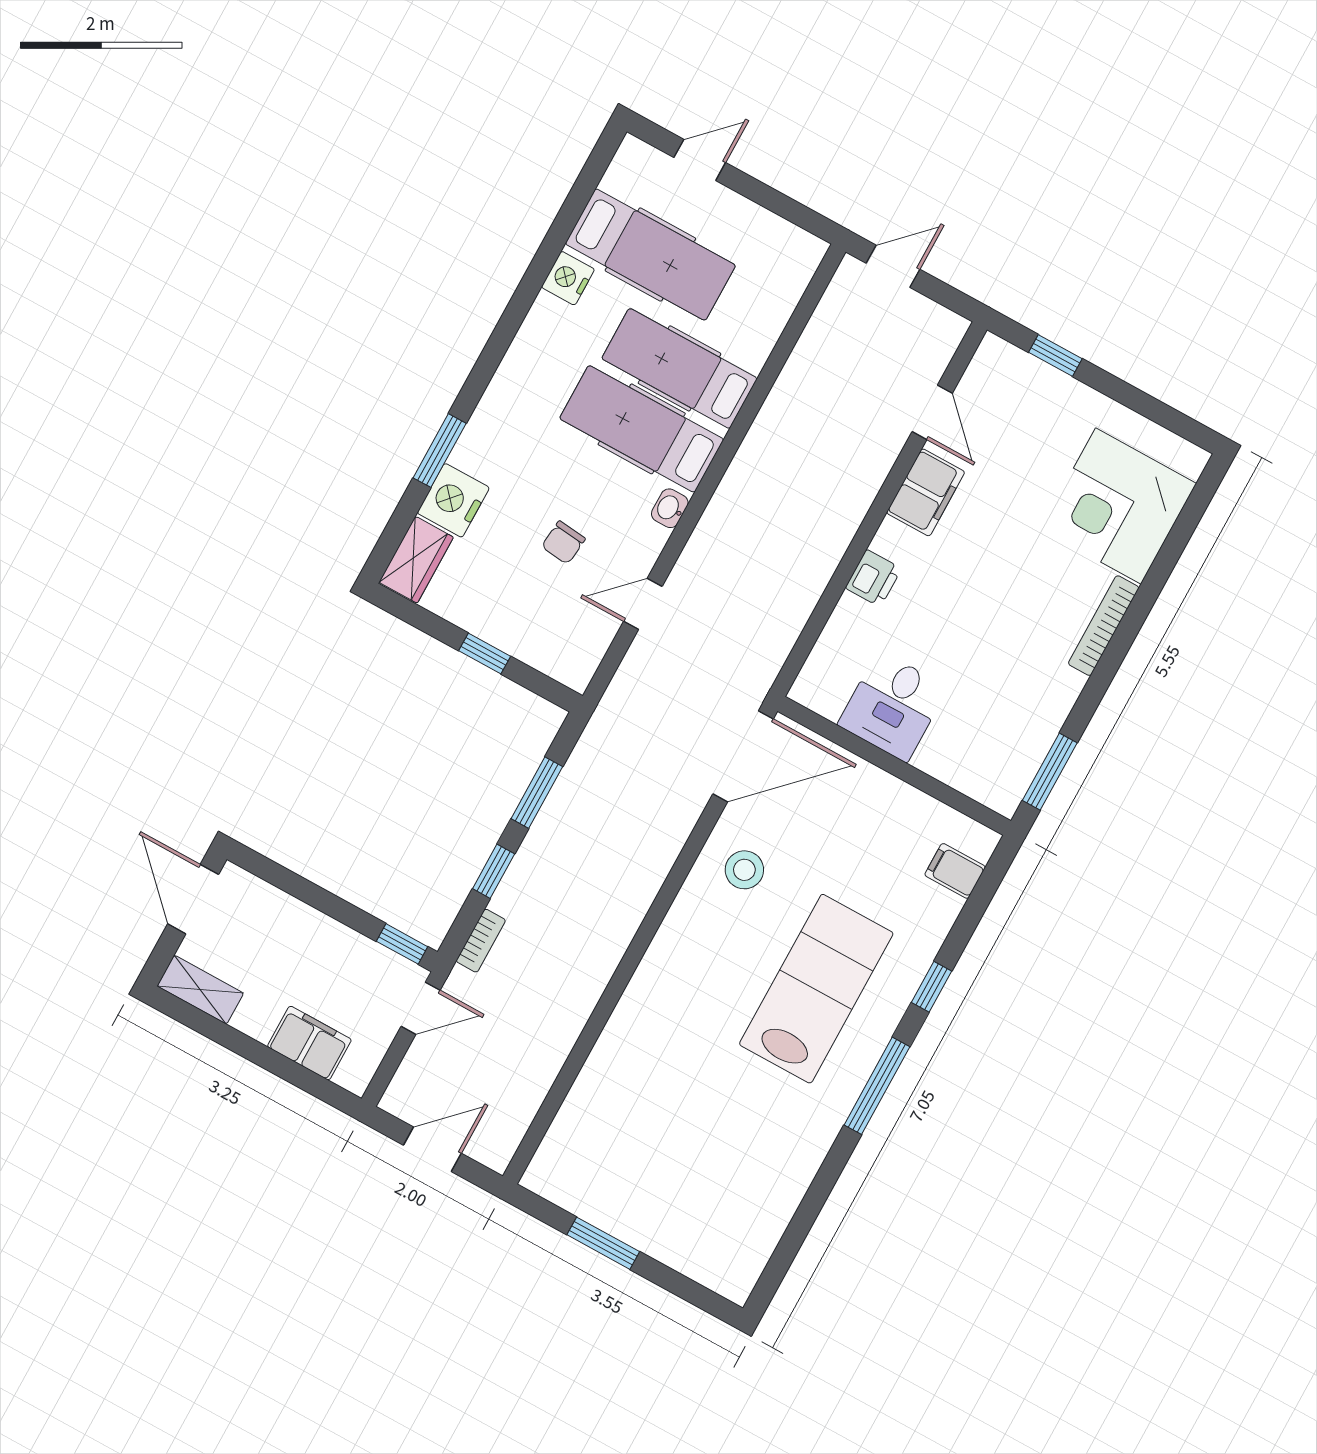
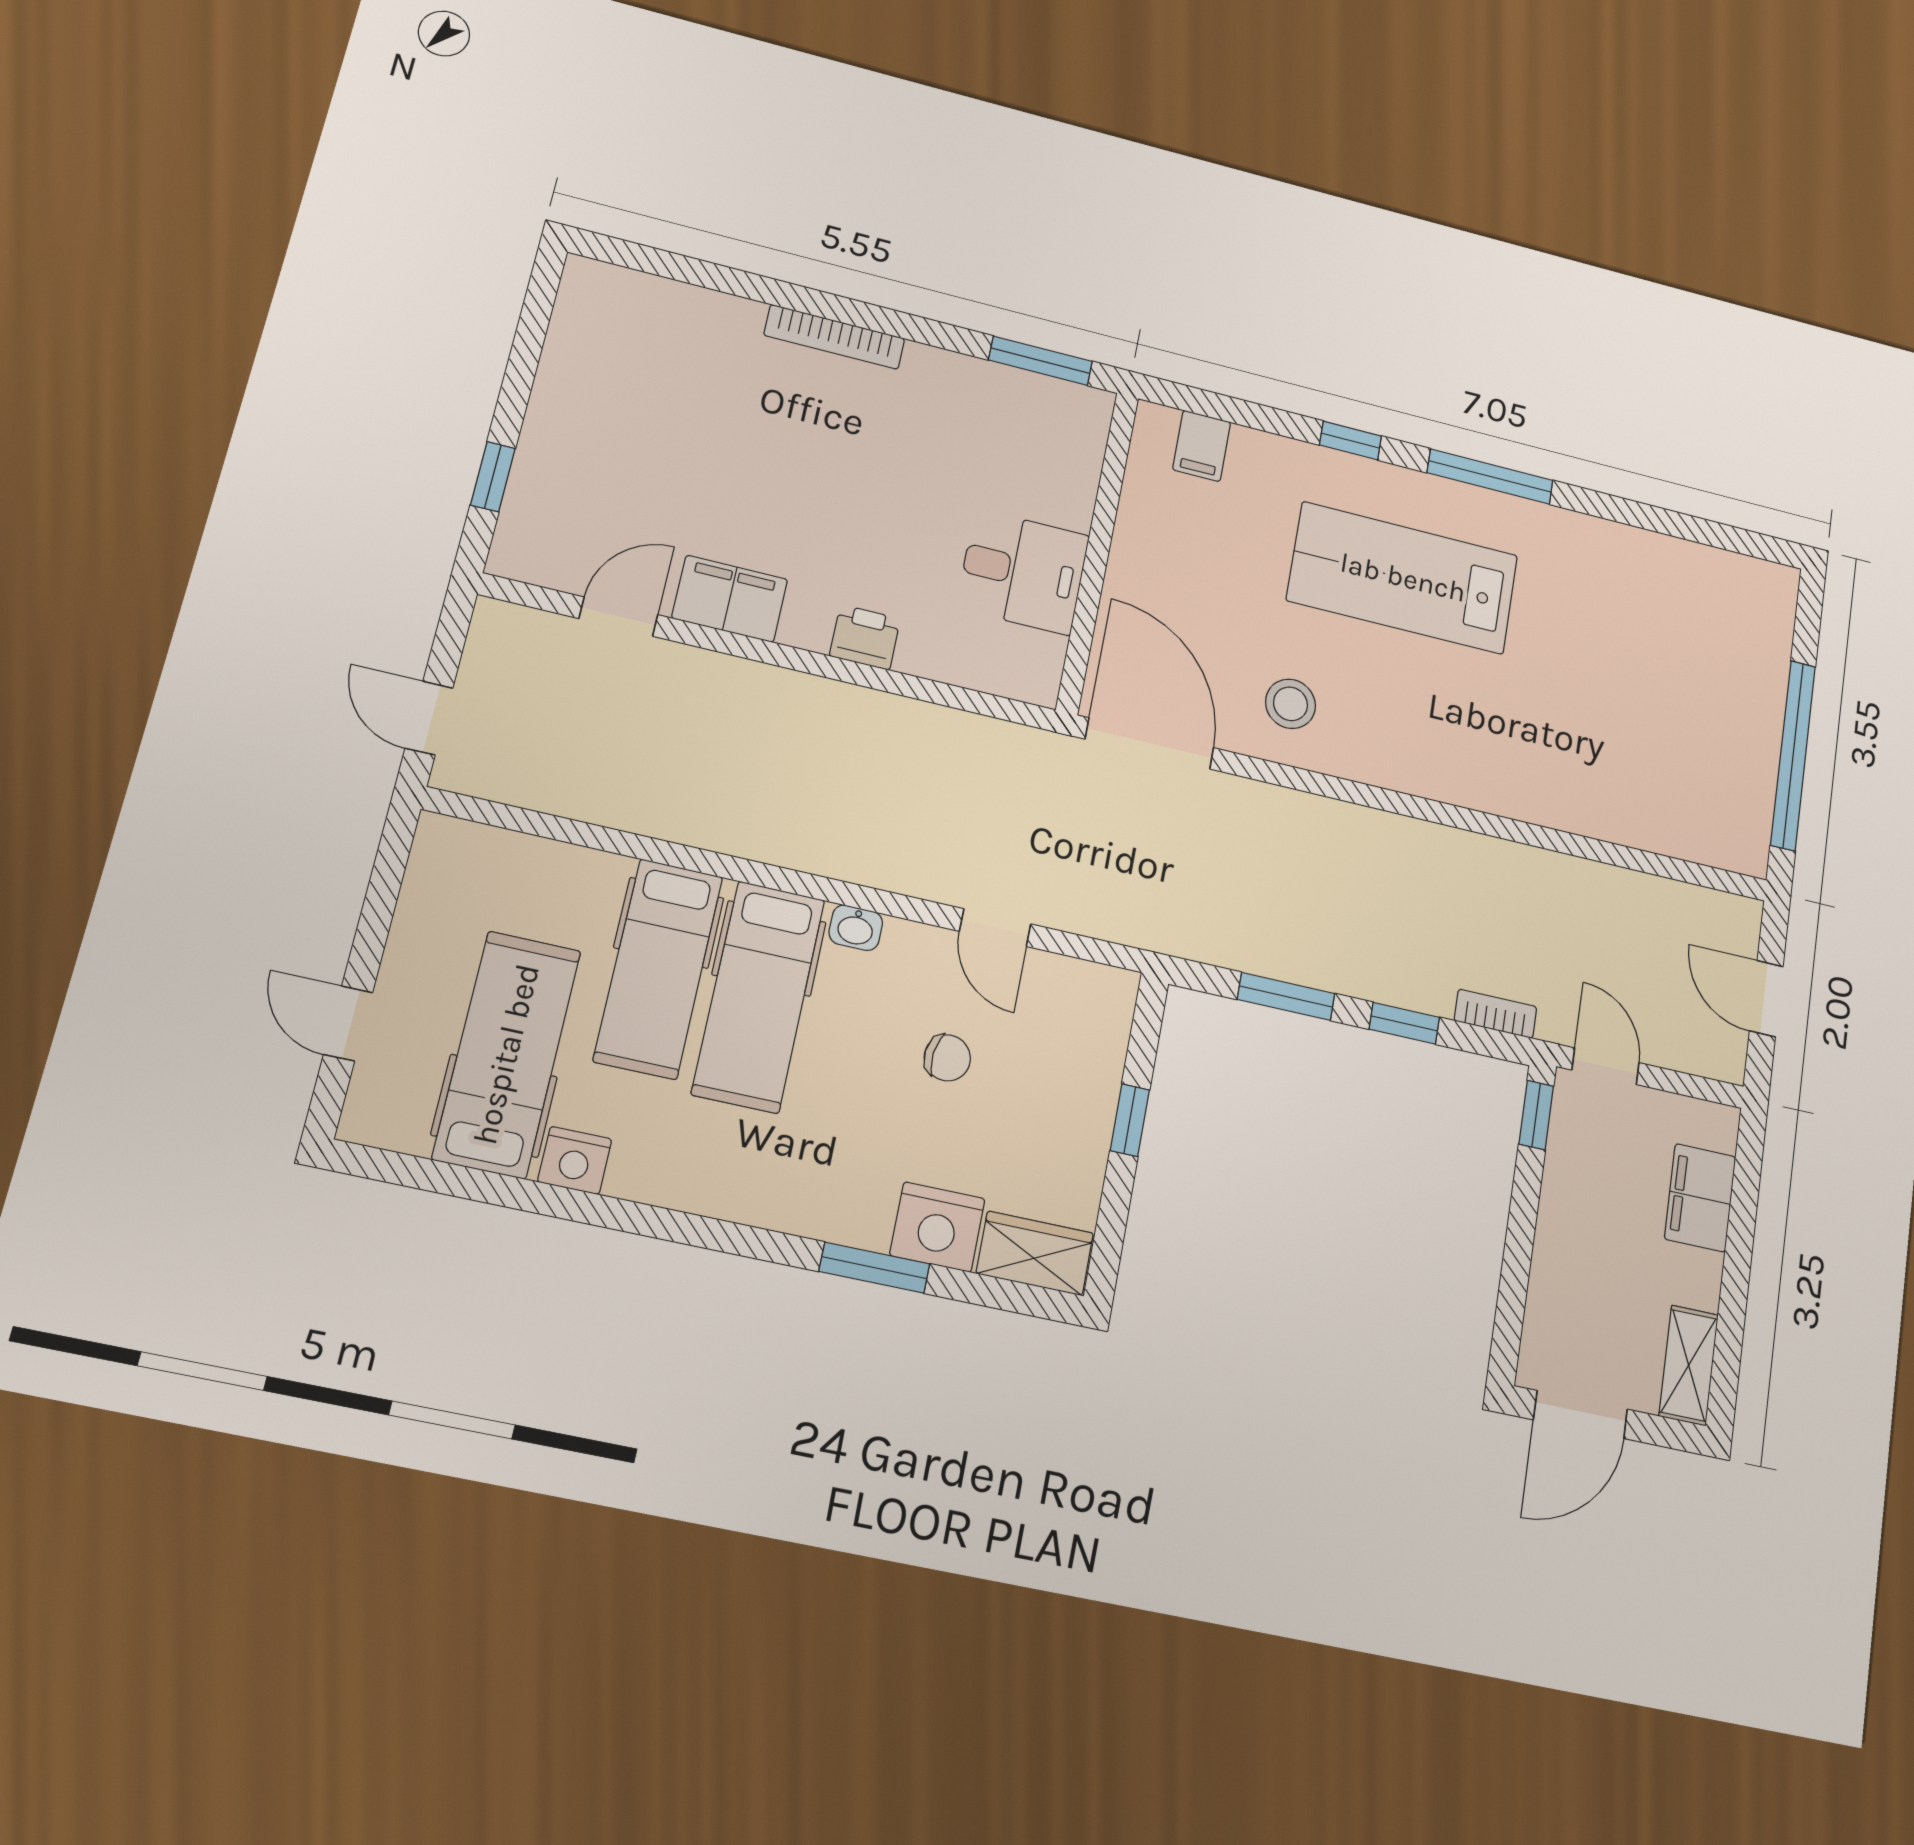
corner desk: (1118, 506) -> (673, 353), removed
window: (603, 1243) -> (1793, 755), width x2.11

